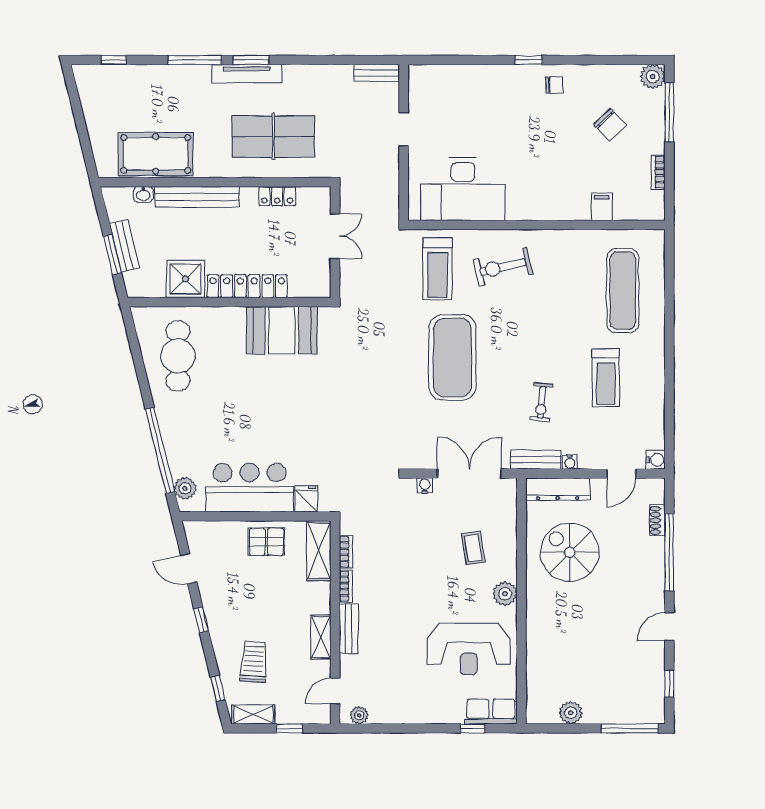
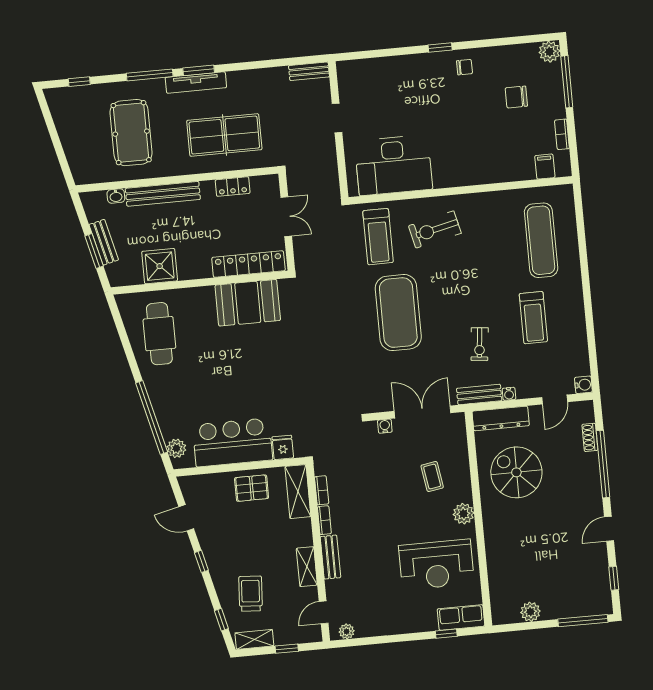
chair: (610, 125) -> (516, 97), turned 134
pool table: (156, 154) -> (131, 133), moved, turned 90
filing cabinet: (602, 207) -> (545, 167), moved
locker: (247, 286) -> (248, 264), moved

